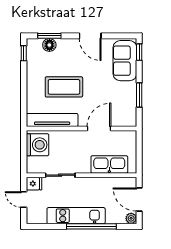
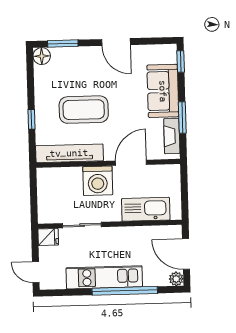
floor lamp: (49, 45) -> (42, 56), moved
window: (24, 53) -> (32, 119), moved
sofa: (125, 61) -> (163, 91), moved
fireplace: (131, 109) -> (172, 136), added
washing machine: (37, 145) -> (98, 181), moved, turned 90
door: (24, 200) -> (36, 272), moved

